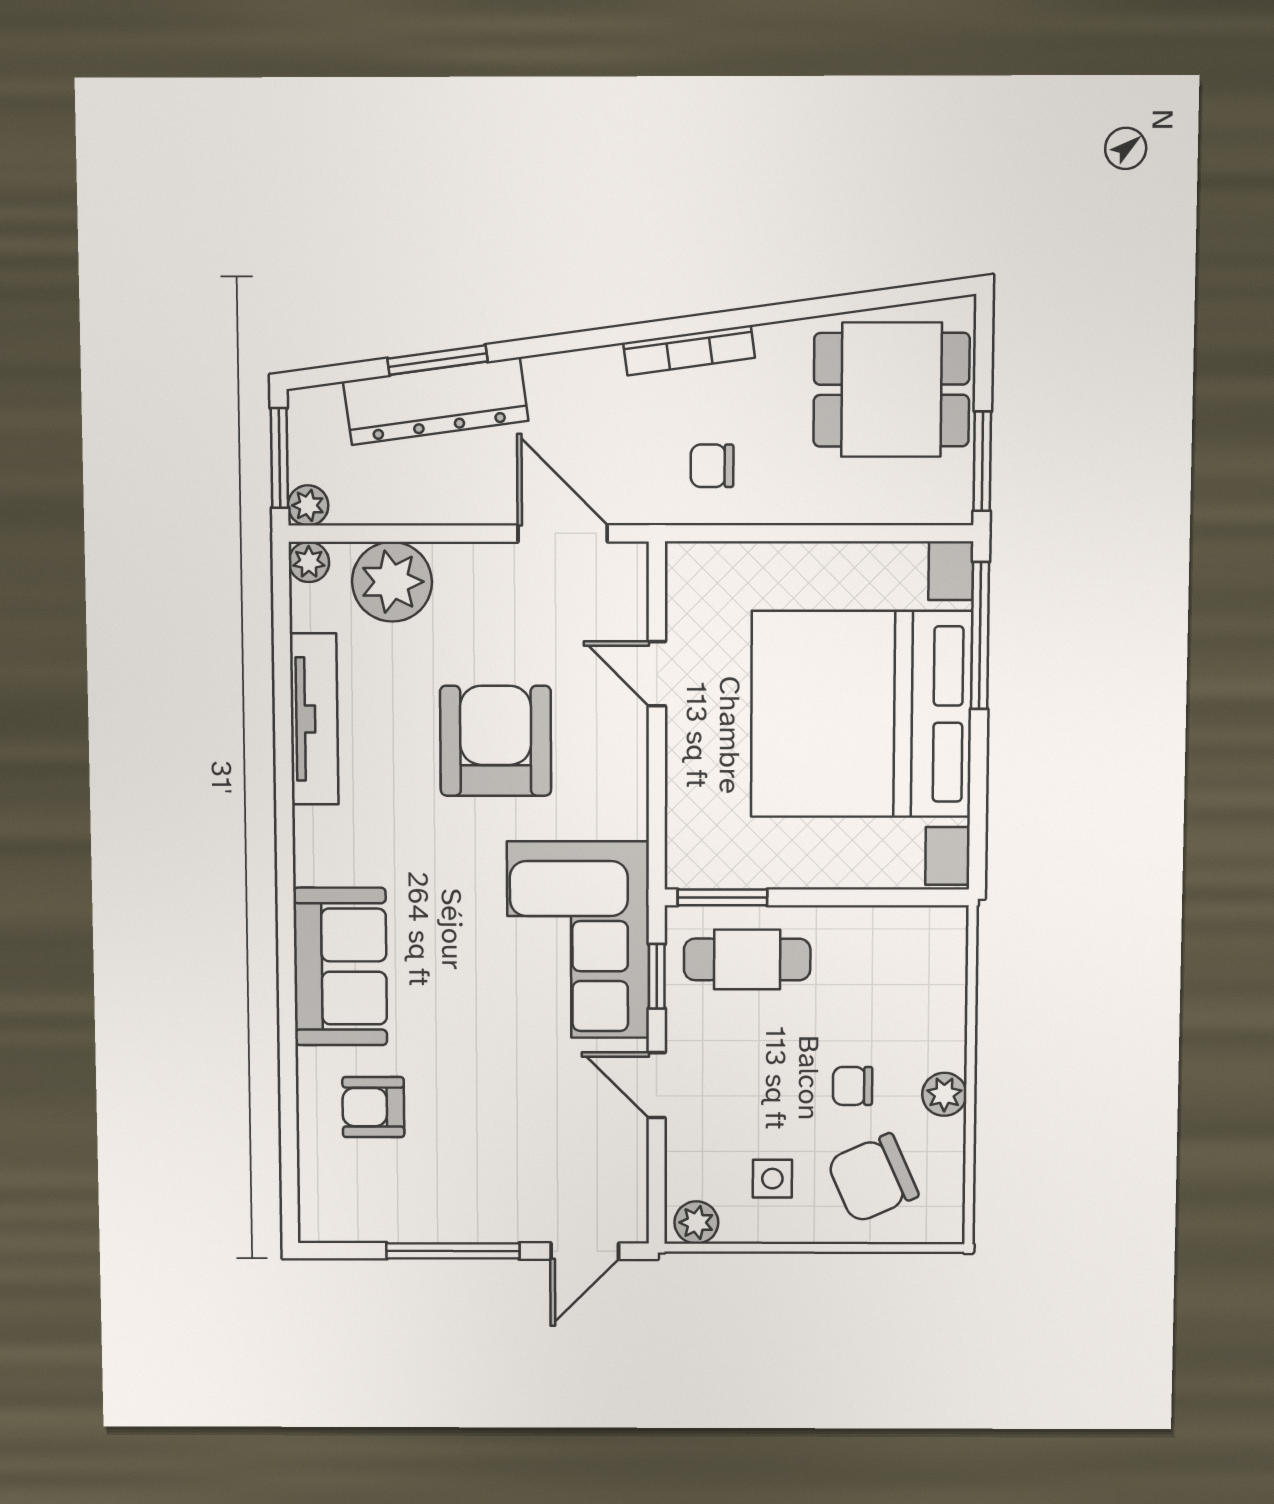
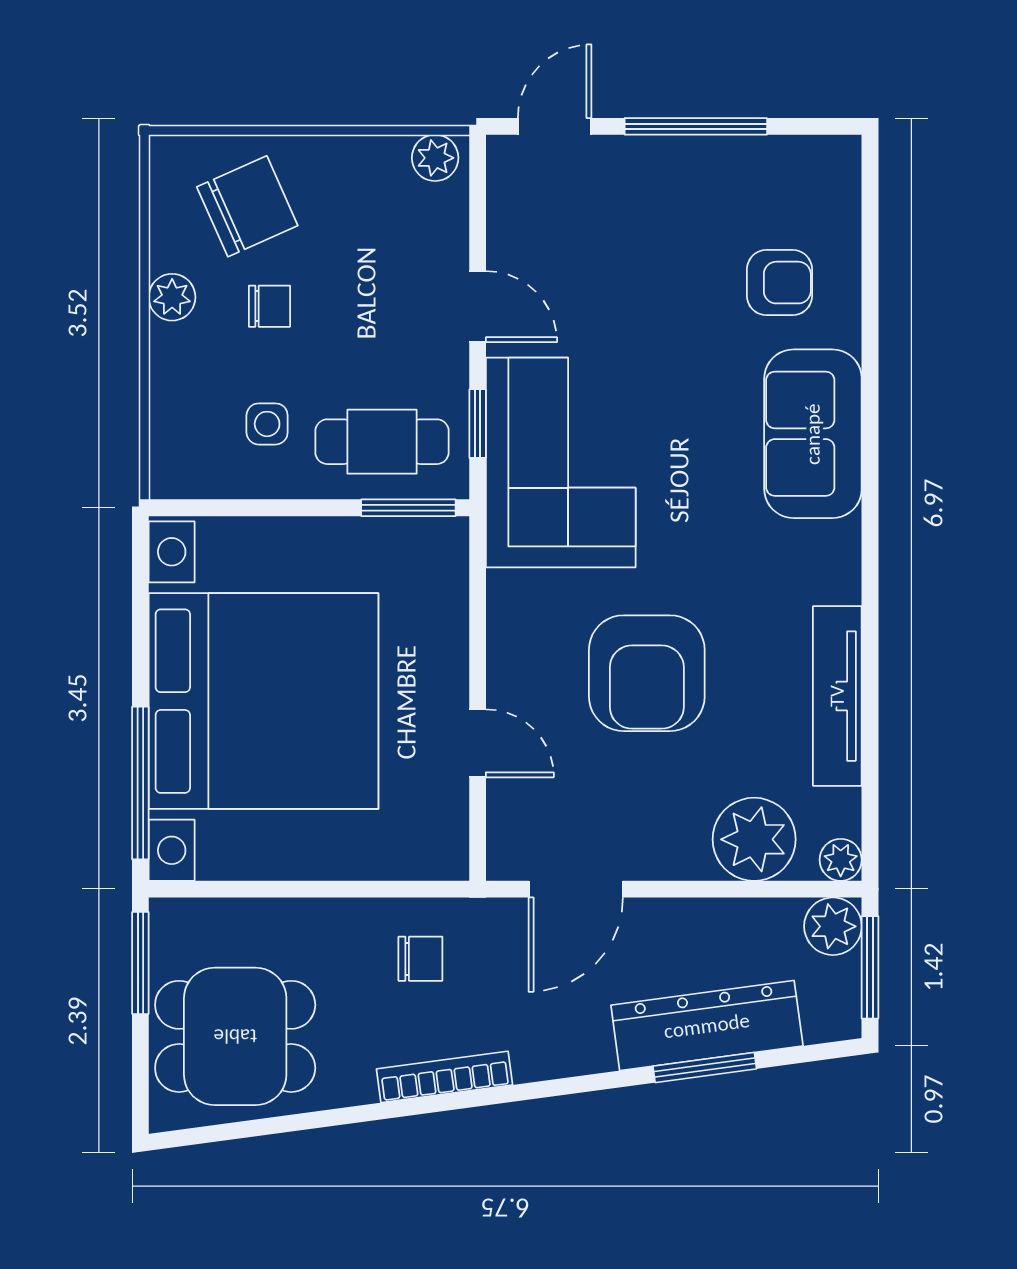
plant: (308, 505) -> (833, 926), width x1.38, depth x1.38
door: (563, 533) -> (576, 889), hinge flipped
side table: (772, 1179) -> (267, 424), moved

